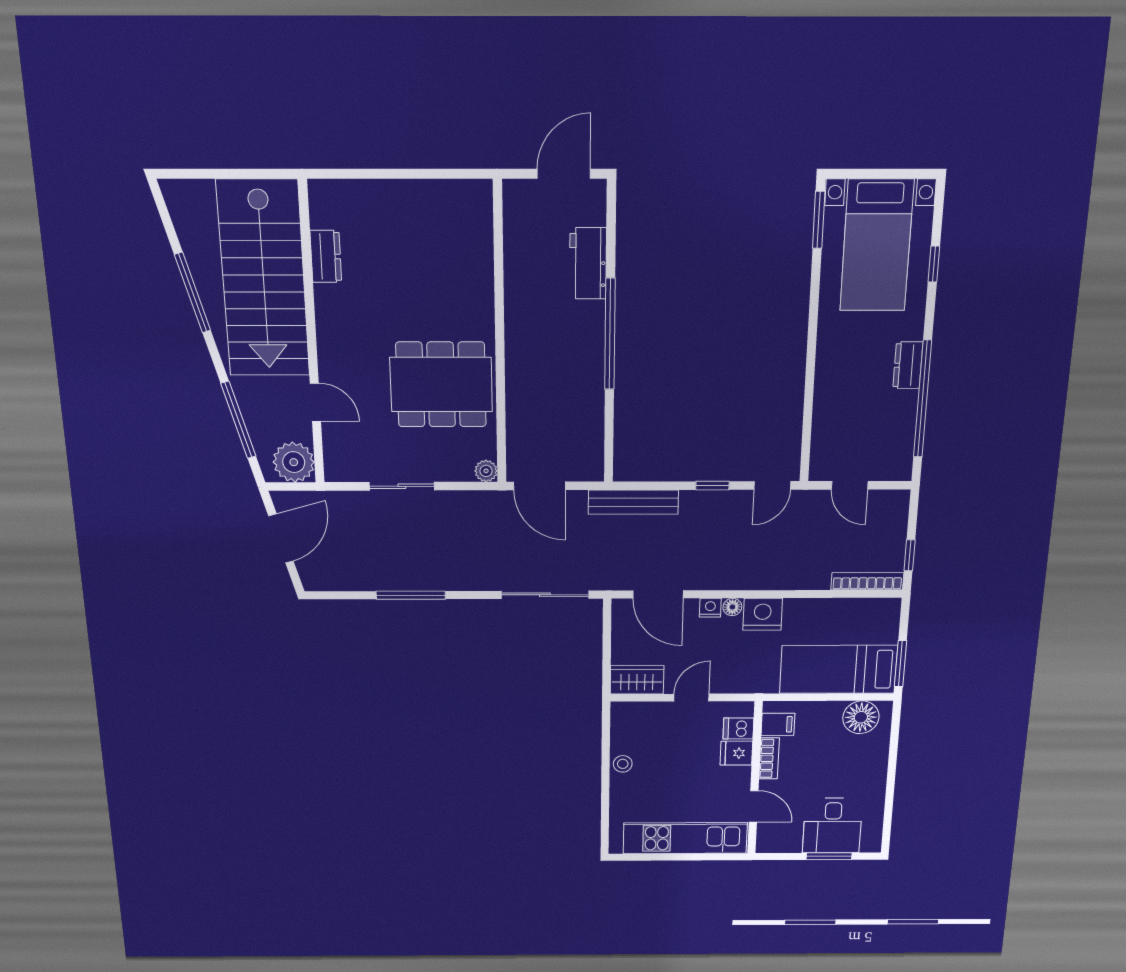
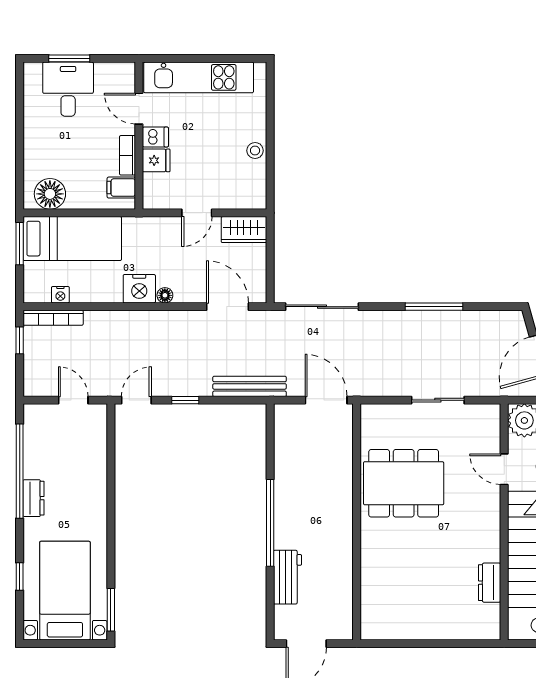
plant: (486, 471) -> (369, 413), removed
nightstand: (710, 608) -> (60, 295), moved
dishwasher: (738, 728) -> (155, 137), moved

